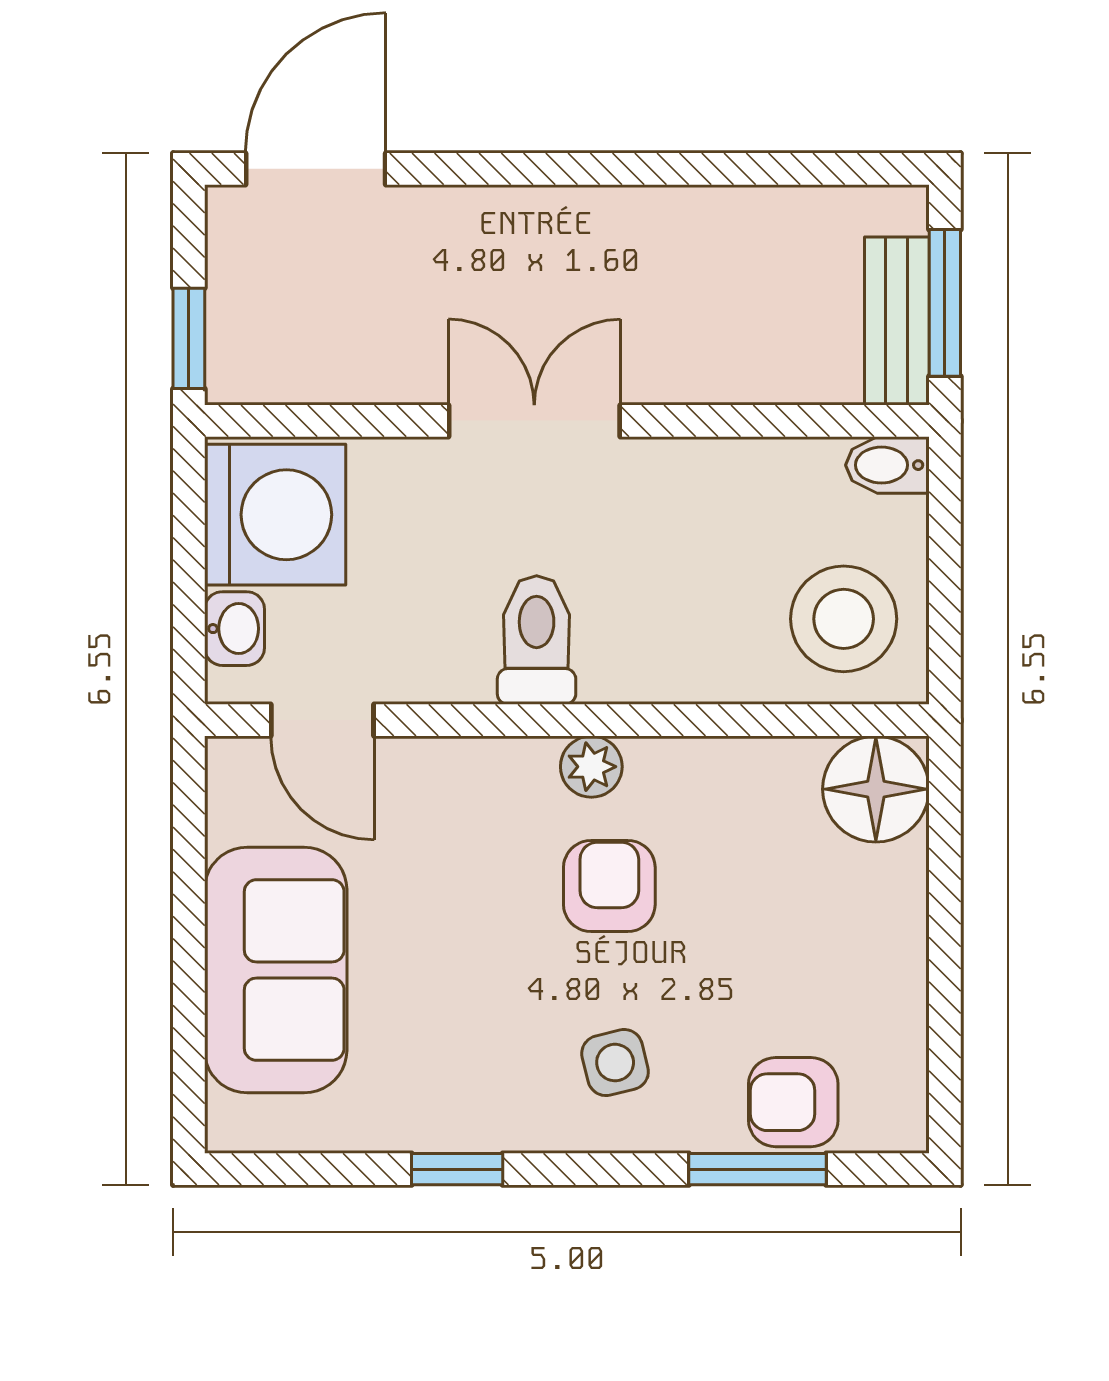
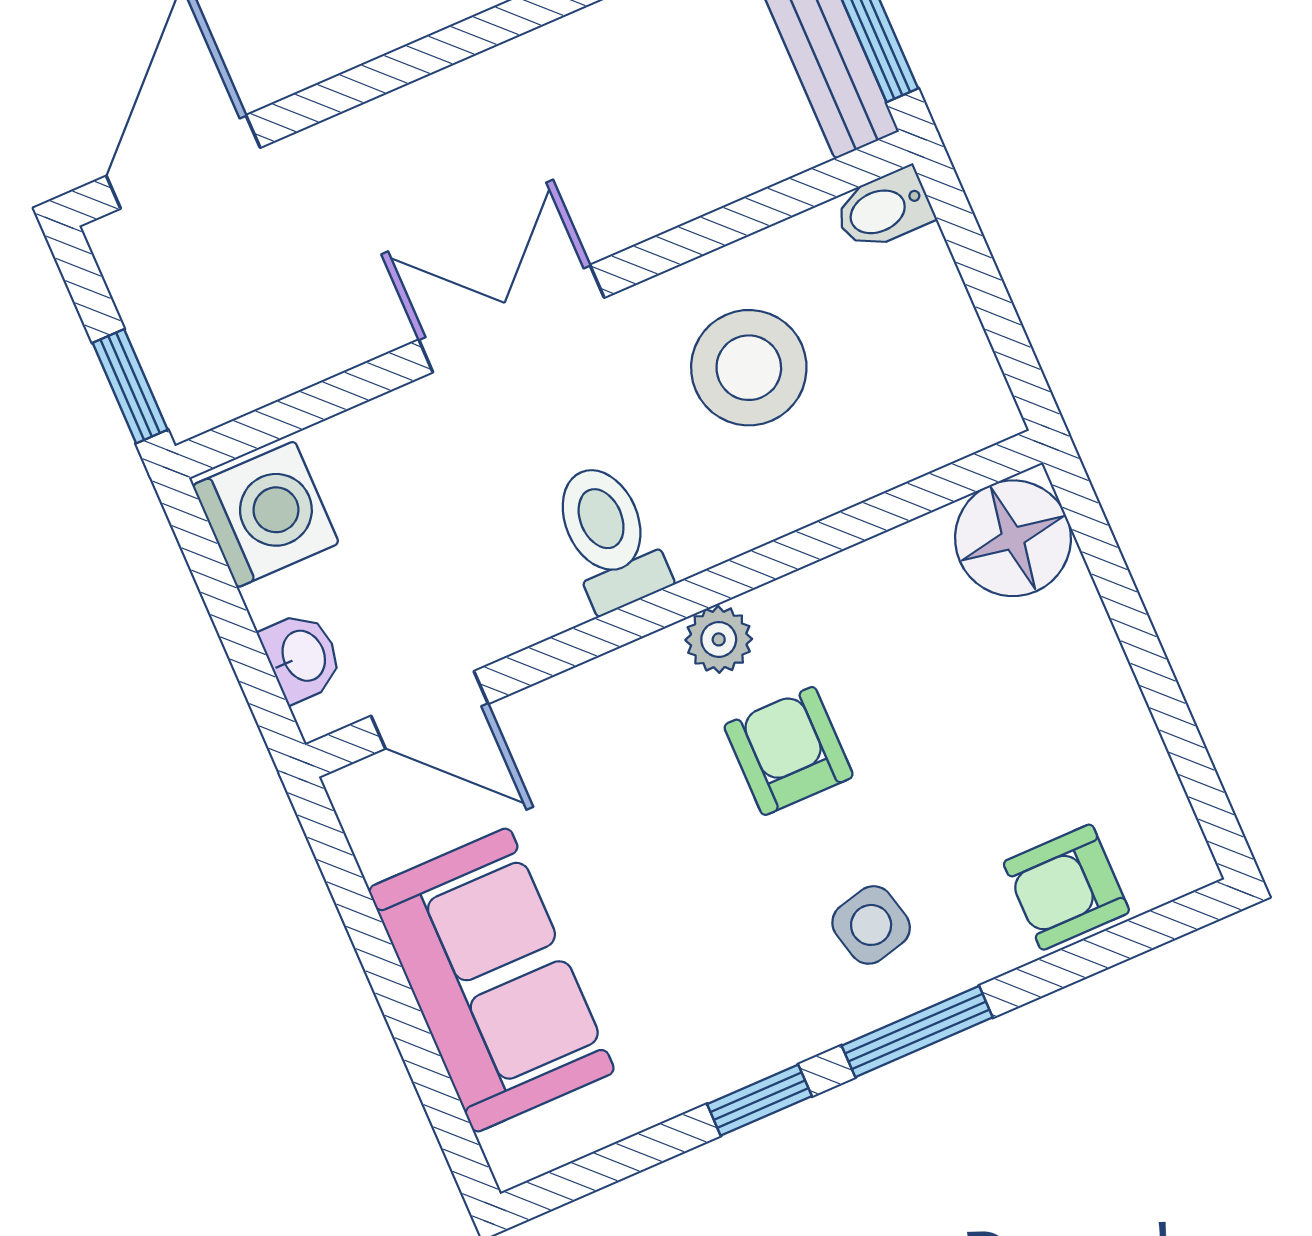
washing machine: (275, 515) -> (266, 514), width x0.73, depth x0.73
stool: (844, 619) -> (749, 368), moved
window: (757, 1169) -> (917, 1032), moved

